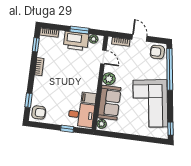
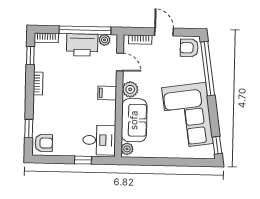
window: (79, 30) -> (85, 30), width x2.11
filing cabinet: (89, 98) -> (107, 93), moved

